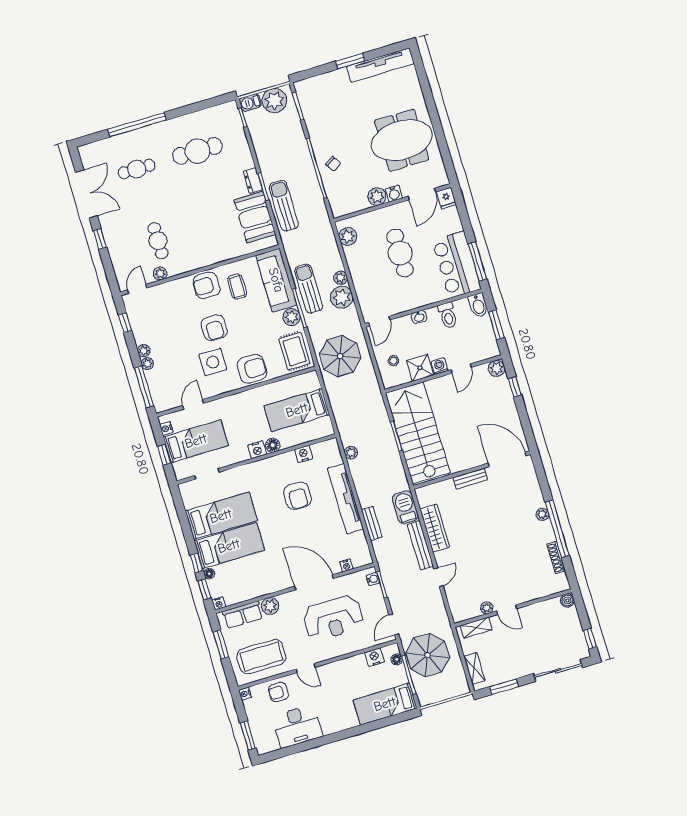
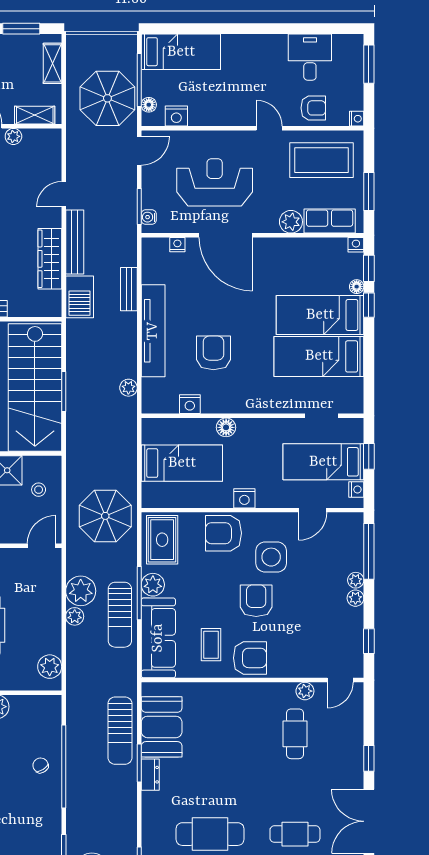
nightstand: (257, 450) -> (244, 498), moved, turned 180
desk: (297, 726) -> (310, 57), width x0.73

